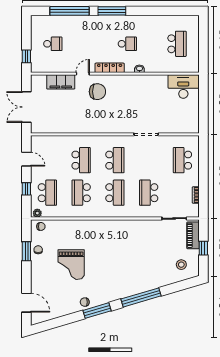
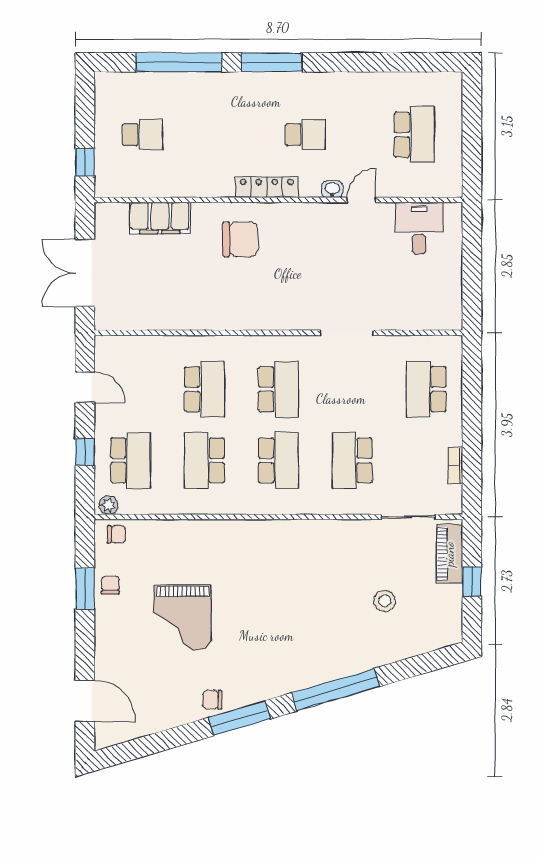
door: (83, 74) -> (362, 200), moved
desk: (183, 87) -> (419, 228), width x0.73
stool: (181, 265) -> (385, 601), moved

